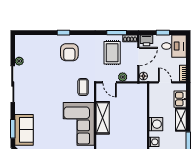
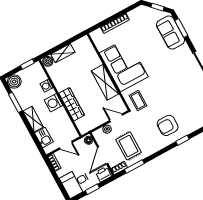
armchair: (69, 52) -> (168, 125), turned -90
wardrobe: (141, 115) -> (72, 104), added

